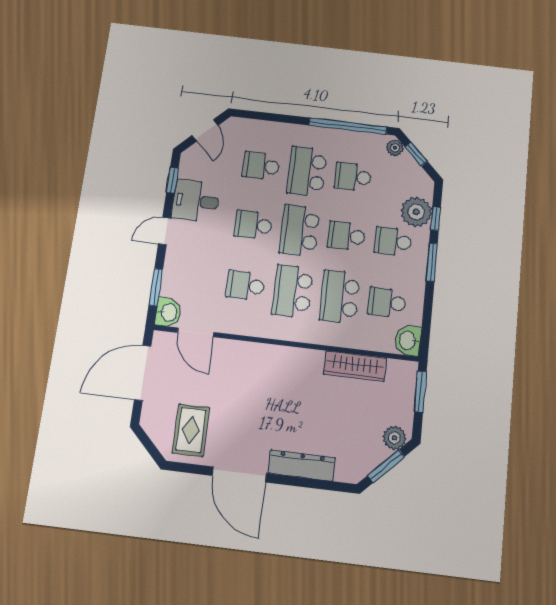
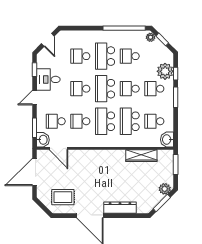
school desk: (198, 280) -> (56, 121), added
rug: (191, 430) -> (63, 197), turned 90

